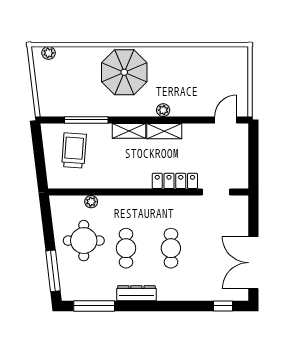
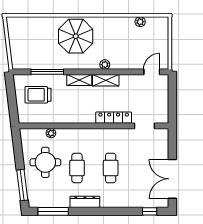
plant: (48, 53) -> (140, 22), moved
trolley: (74, 150) -> (38, 95), turned -94

